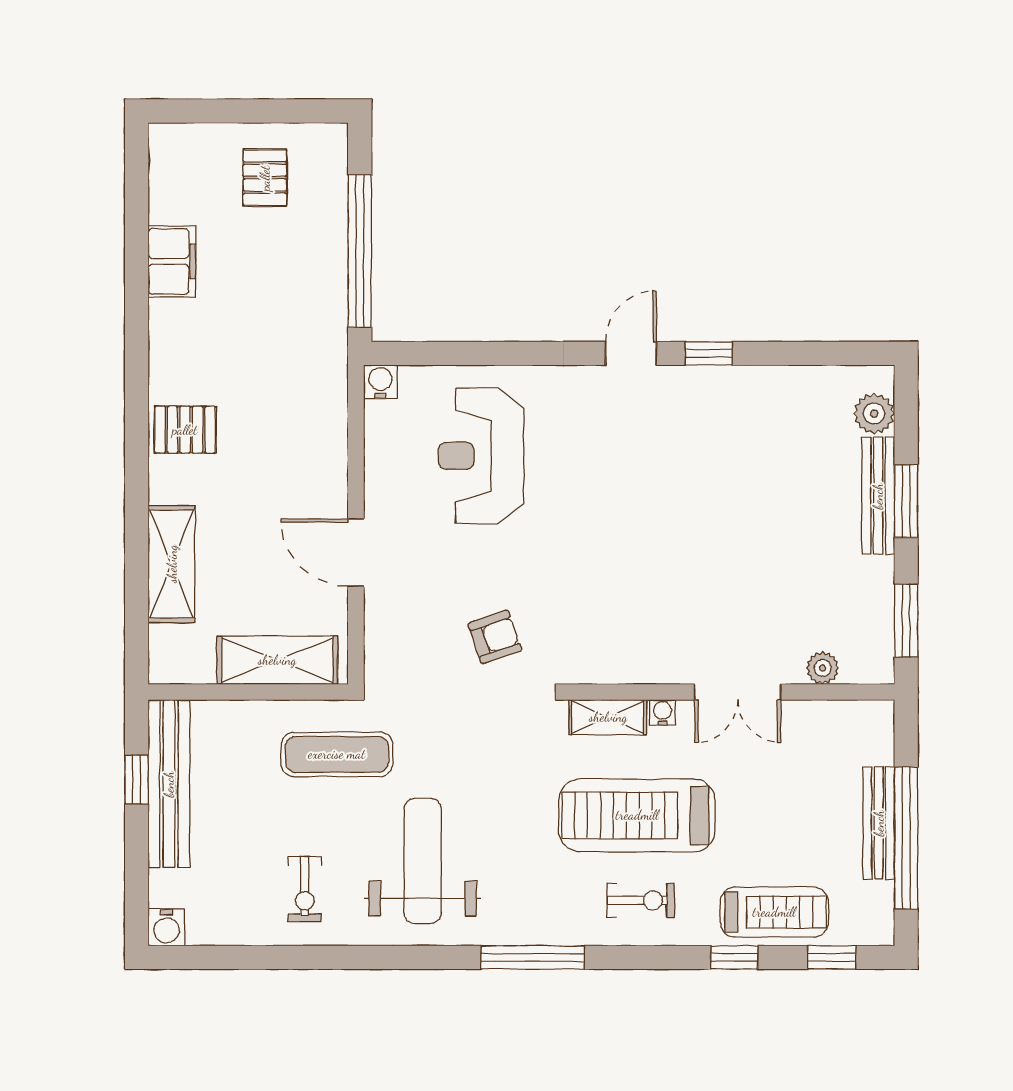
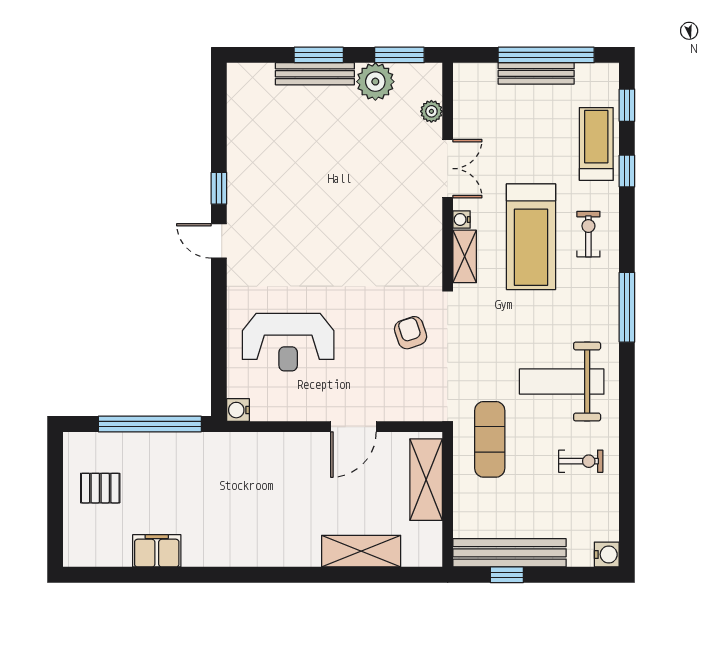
plant: (874, 414) -> (375, 82), moved, width x1.36, depth x1.36
pallet: (185, 430) -> (270, 542), removed

